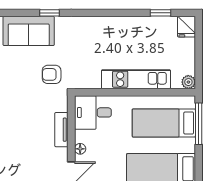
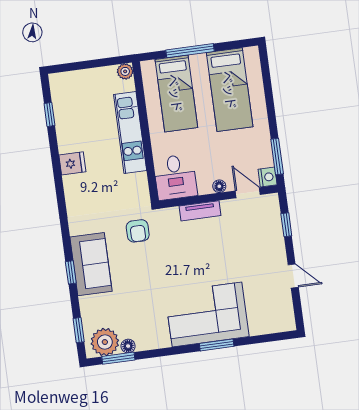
window: (50, 13) -> (71, 272), moved
fridge: (186, 27) -> (72, 163), moved
window: (199, 124) -> (190, 51), moved

